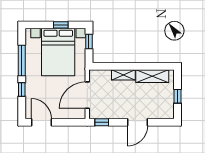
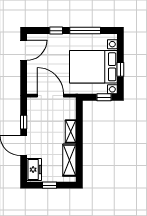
freezer: (162, 112) -> (34, 170), added
window: (102, 122) -> (24, 122), moved

